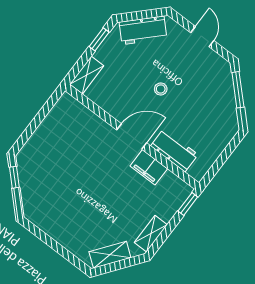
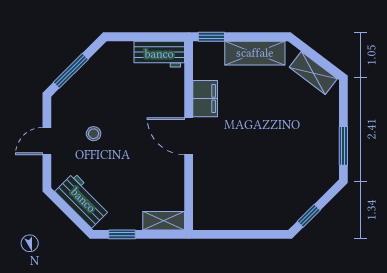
stool: (161, 89) -> (94, 134), moved
workbench: (174, 150) -> (159, 54), moved, turned -90
shelving: (151, 234) -> (255, 53), width x1.50, depth x1.33
window: (44, 237) -> (343, 146), added

